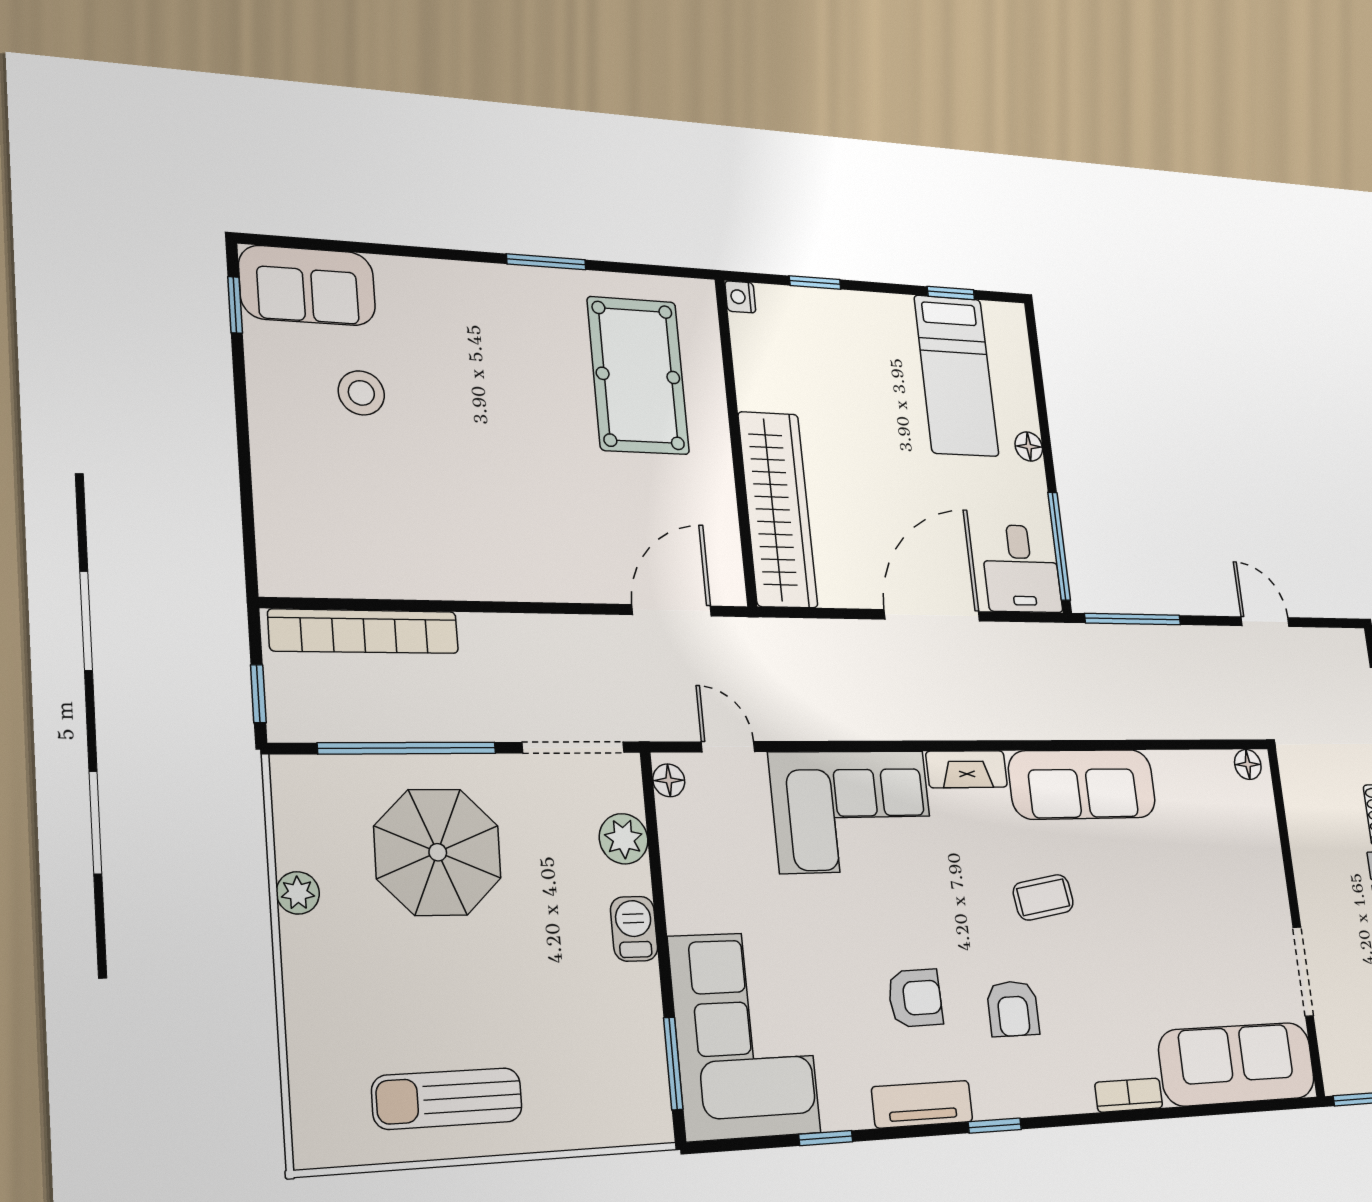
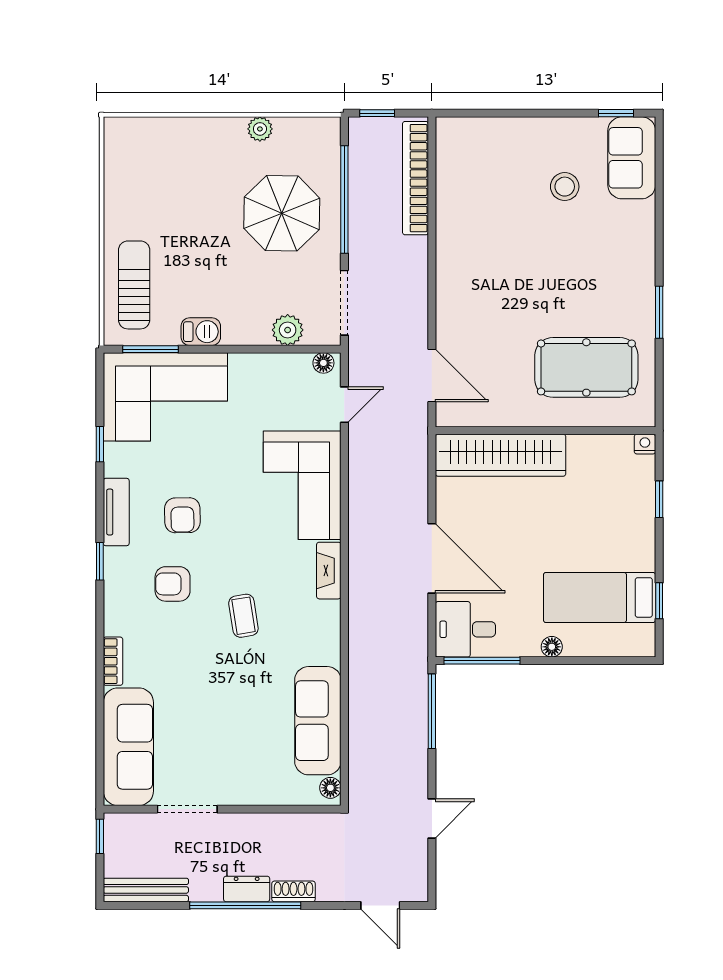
sofa: (1082, 784) -> (318, 721), moved
barbecue: (634, 929) -> (201, 332), moved
sun lounger: (447, 1099) -> (134, 285), moved

